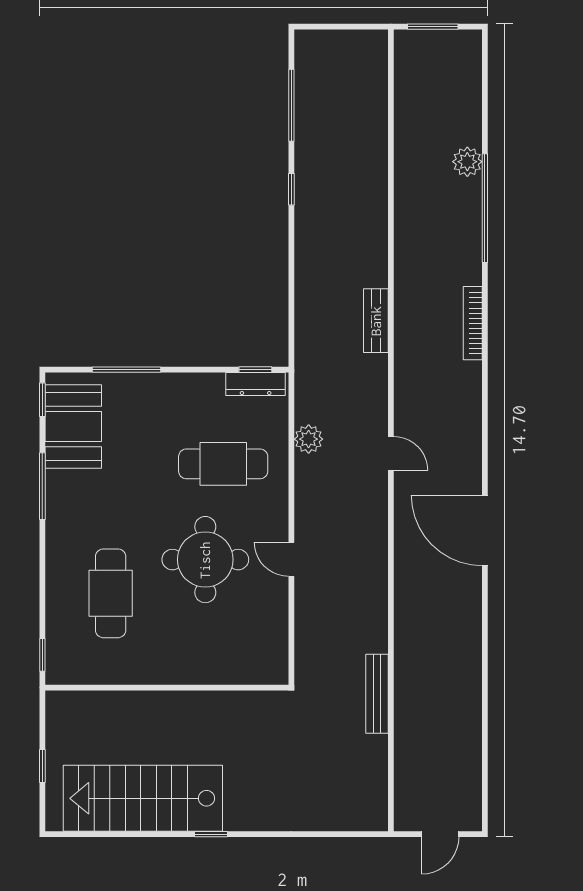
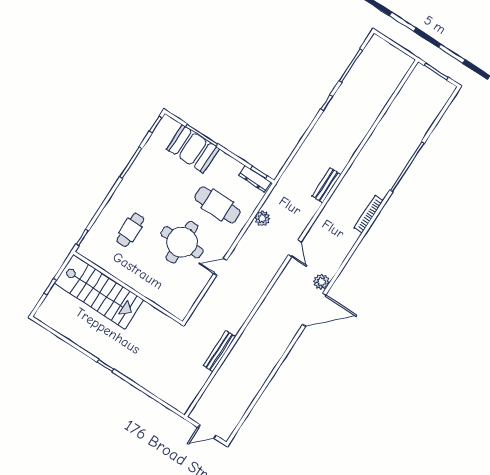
plant: (467, 162) -> (321, 282), moved
booth: (73, 427) -> (193, 149), moved, turned 90
door: (485, 530) -> (314, 310), swing flipped
door: (291, 559) -> (220, 267), hinge flipped
cafe table: (111, 593) -> (130, 230), width x0.73, depth x0.74
stairs: (143, 798) -> (99, 292), moved, turned 180

